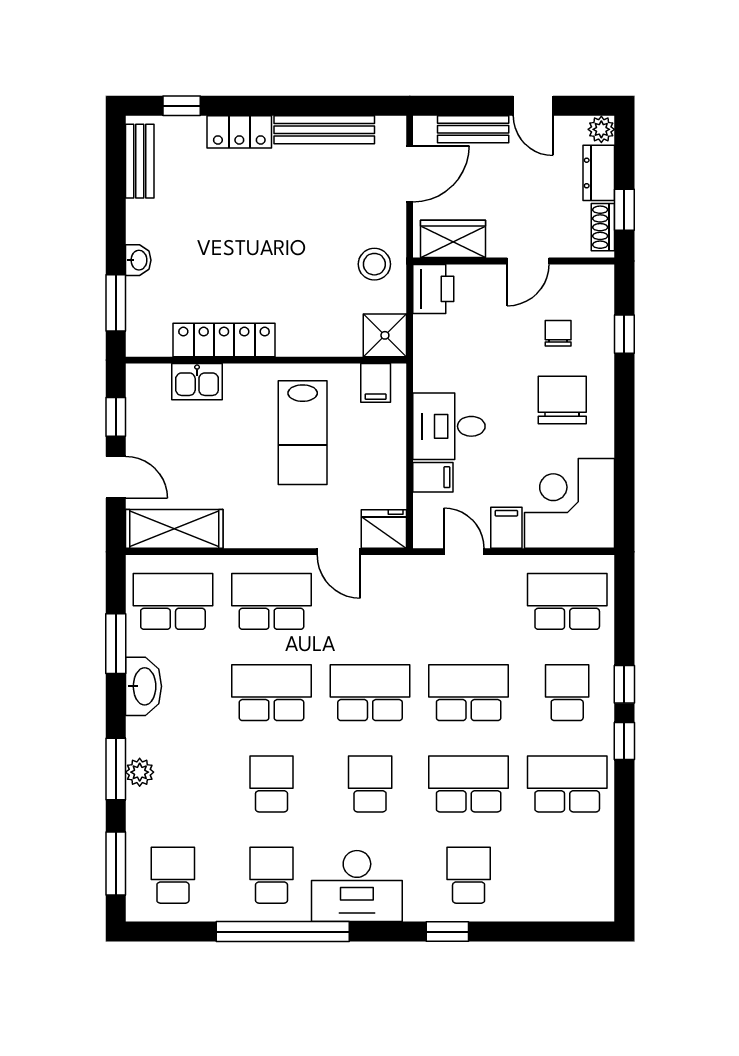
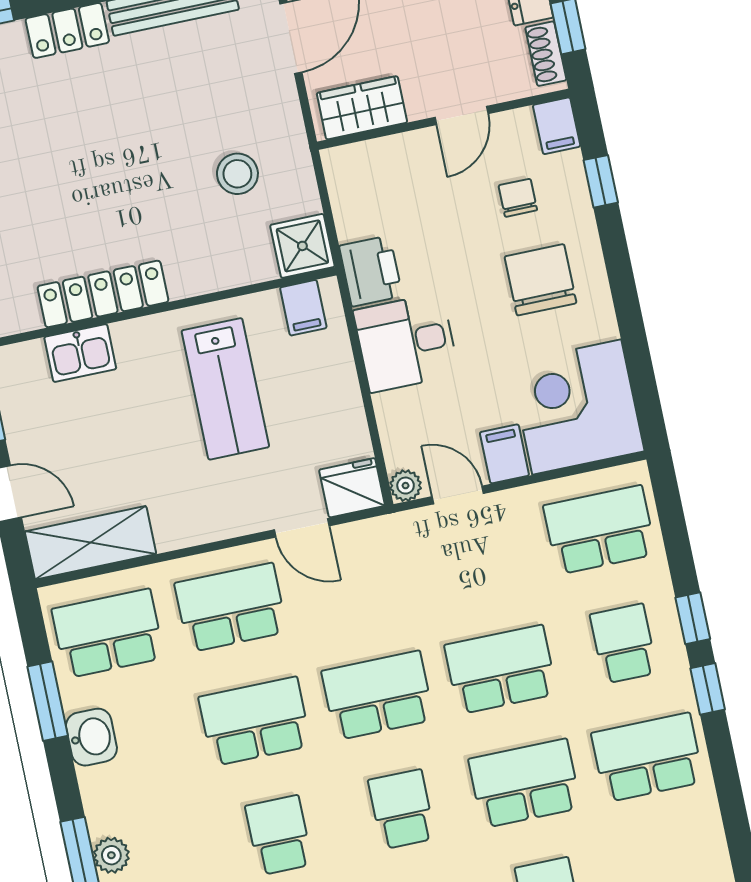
stool: (374, 264) -> (237, 174), moved
printer: (433, 289) -> (371, 271), moved
filing cabinet: (433, 477) -> (557, 126), moved, turned 90
plant: (425, 536) -> (406, 486), added
washbasin: (144, 686) -> (91, 737), width x0.72

